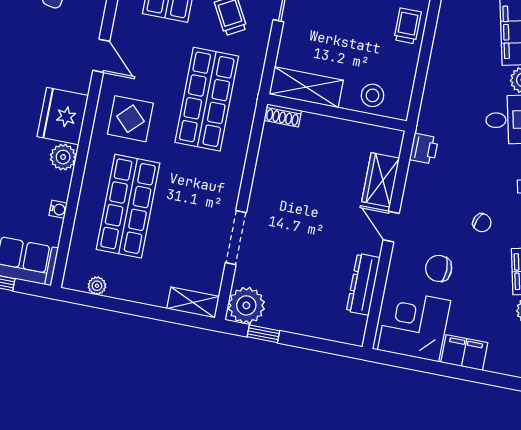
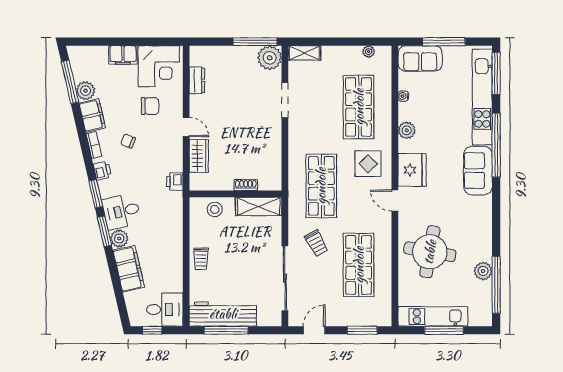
shoe rack: (283, 115) -> (246, 185), moved
fridge: (63, 116) -> (412, 170), moved
dresser: (363, 284) -> (197, 80), width x0.70
window: (263, 334) -> (255, 42), width x2.17

